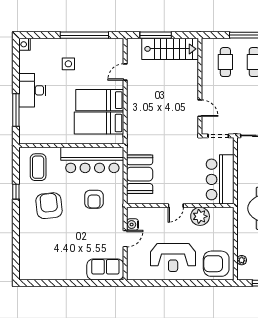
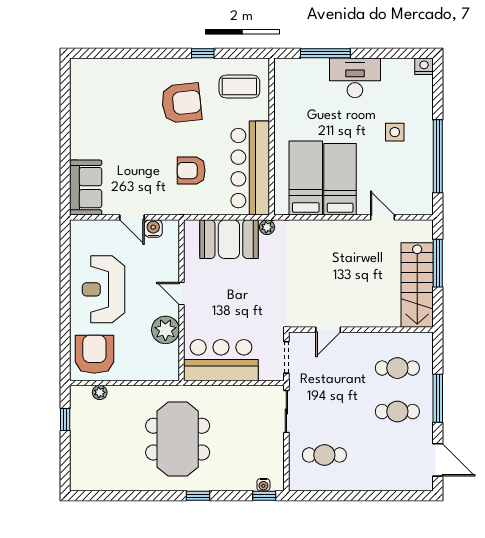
plant: (132, 149) -> (267, 227), added

